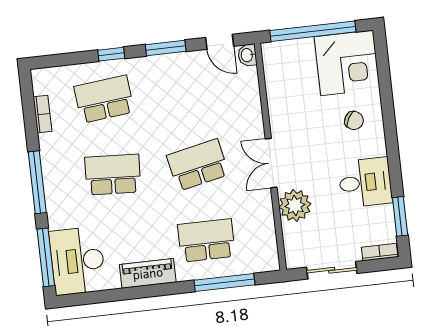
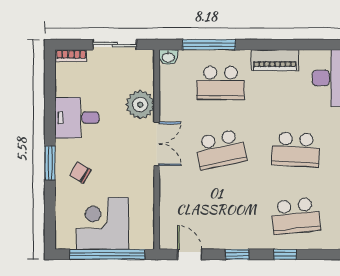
window: (166, 48) -> (237, 254), width x0.67
washbasin: (247, 55) -> (168, 57), moved, turned 90
corner desk: (347, 63) -> (102, 223), moved
window: (400, 216) -> (50, 163), moved

